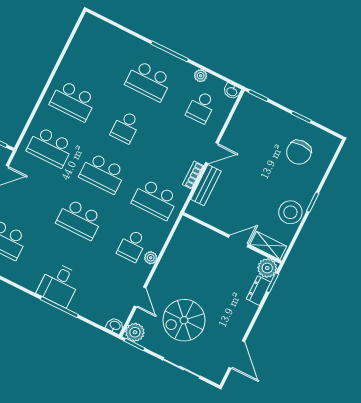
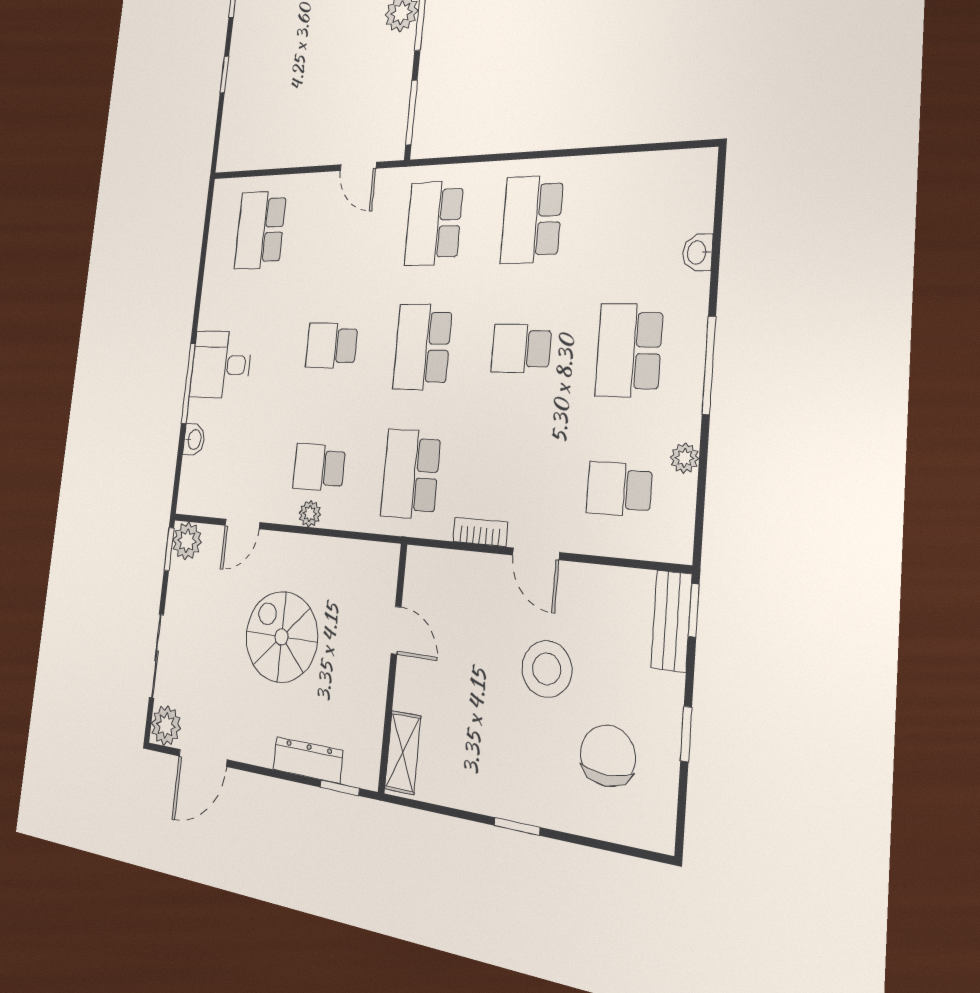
washbasin: (232, 91) -> (698, 252), moved
chair: (299, 152) -> (608, 756), turned 90
bench: (206, 185) -> (671, 621), moved, turned 90
stool: (290, 212) -> (547, 669), moved
school desk: (80, 219) -> (331, 346), width x0.54
door: (238, 241) -> (396, 630), moved
plant: (267, 268) -> (166, 725), moved
dresser: (259, 291) -> (308, 760), width x1.44
spiral stairs: (184, 320) -> (281, 637), moved
washbasin: (115, 326) -> (194, 440), moved

